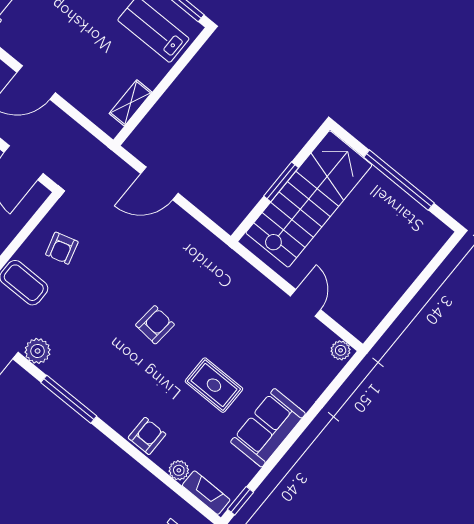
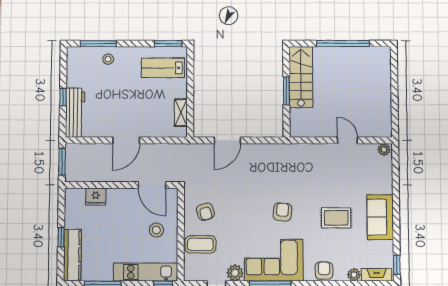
stairs: (309, 199) -> (301, 77), width x0.73, depth x0.66
corner sofa: (97, 374) -> (274, 260), added

